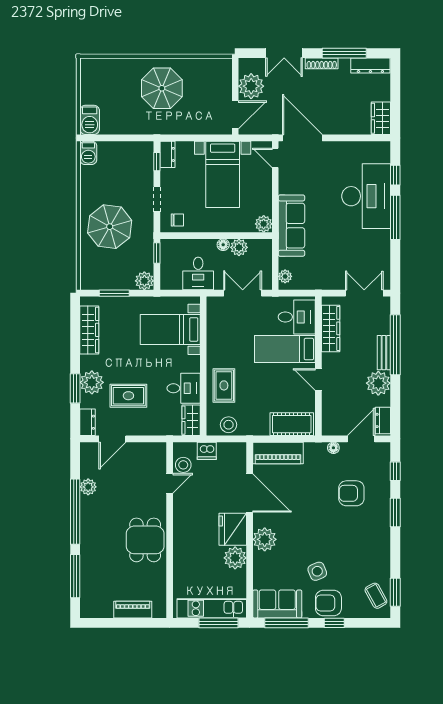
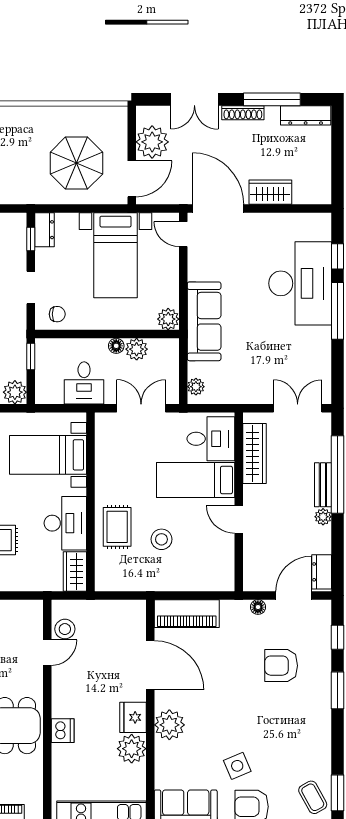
parasol: (162, 88) -> (76, 163), moved
wardrobe: (381, 118) -> (270, 192), moved, turned 90
plant: (378, 383) -> (323, 517), width x0.53, depth x0.53
desk: (184, 388) -> (65, 523), width x1.37
cot: (292, 424) -> (204, 577), removed
stool: (229, 425) -> (161, 539), moved
dishwasher: (207, 451) -> (63, 731), moved, turned -90
fridge: (233, 529) -> (133, 717), width x0.73, depth x0.75

